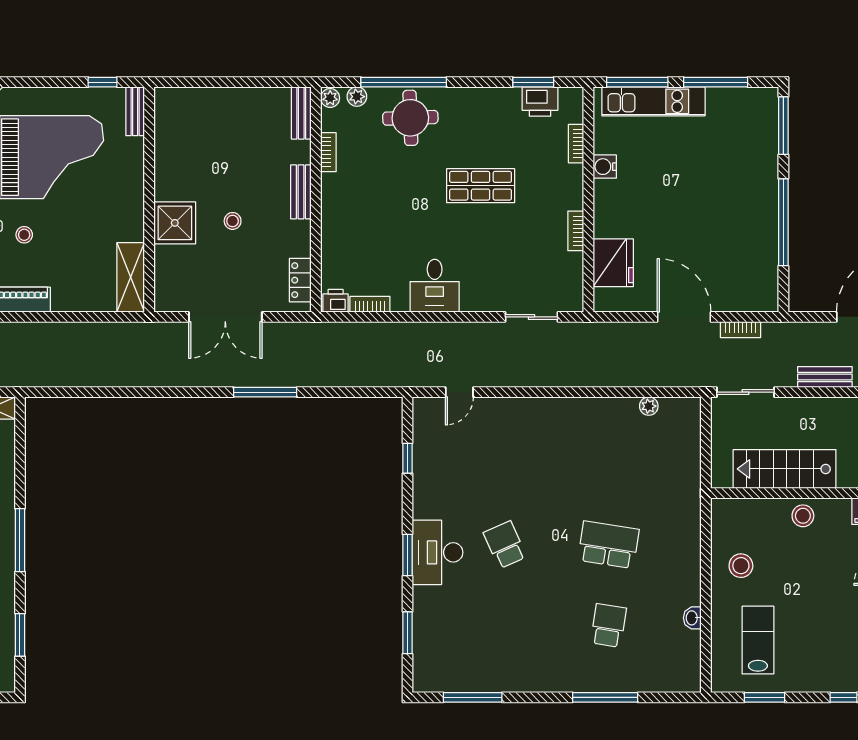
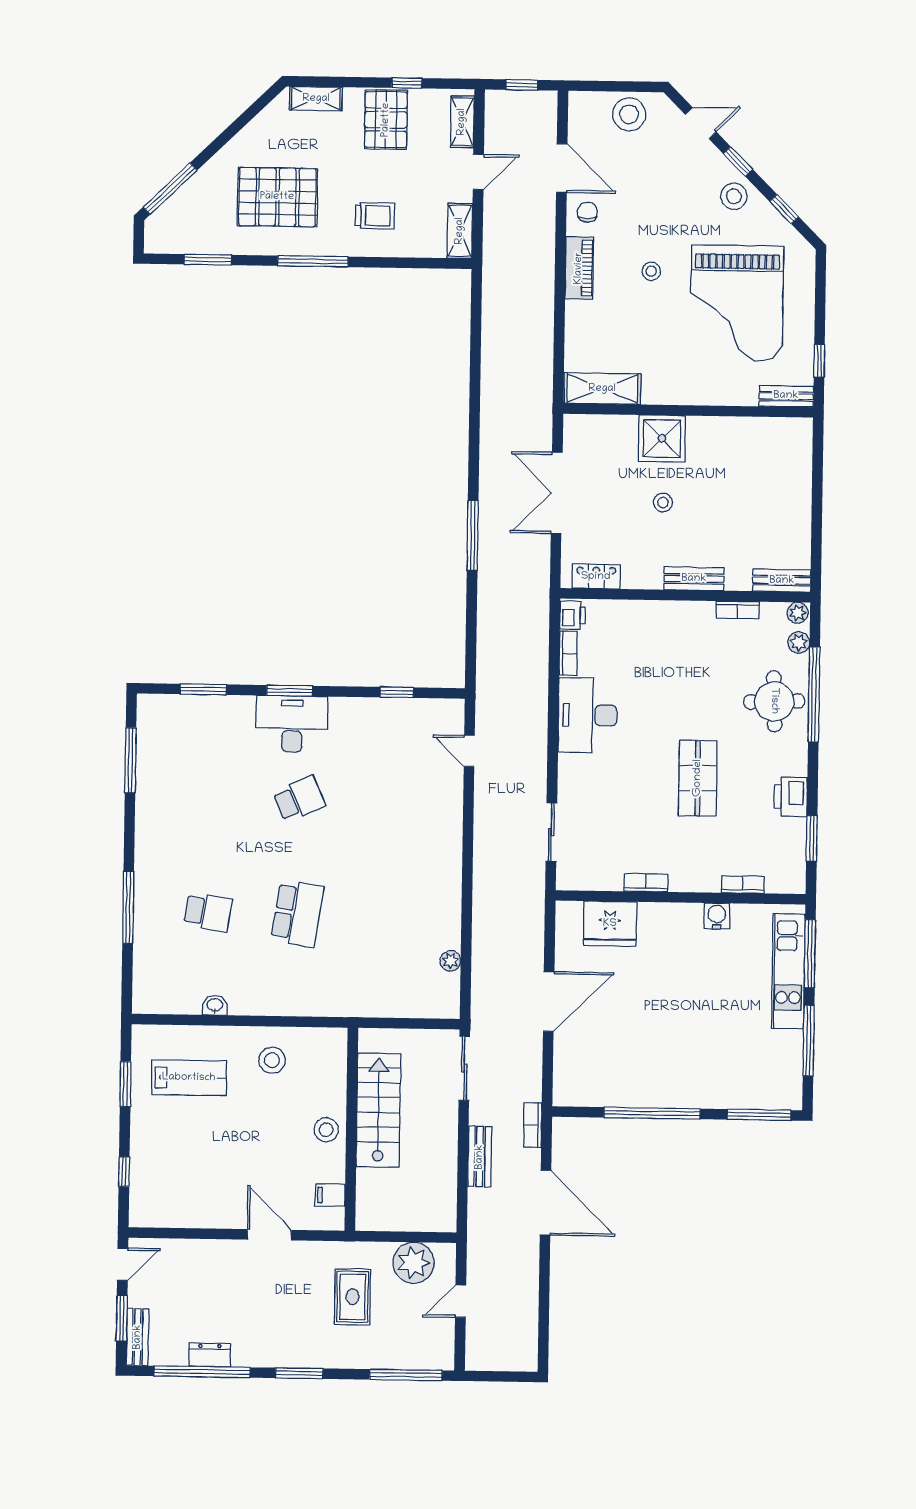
printer: (540, 101) -> (791, 797), moved
desk: (435, 286) -> (588, 715), width x1.37
bookcase: (741, 330) -> (533, 1125), moved

